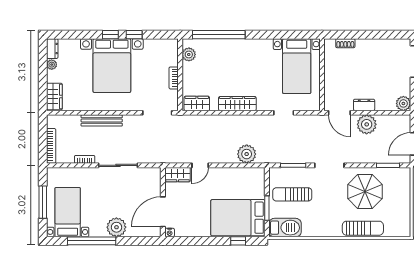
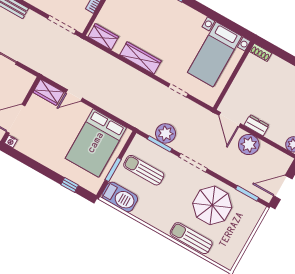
shoe rack: (345, 43) -> (261, 52), moved
plant: (247, 154) -> (166, 133), moved
bed: (238, 218) -> (96, 143), moved, turned -90
sun lounger: (363, 228) -> (191, 238), turned 180

